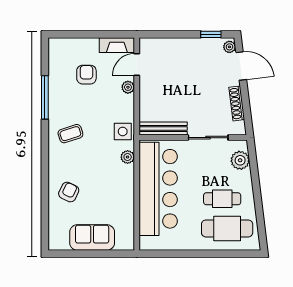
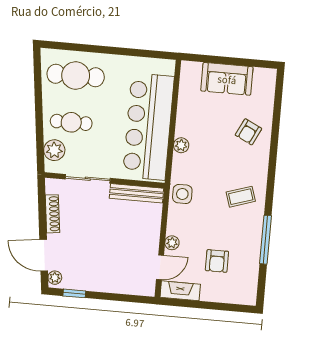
plant: (128, 157) -> (181, 145), moved
cafe table: (222, 199) -> (71, 122), moved

